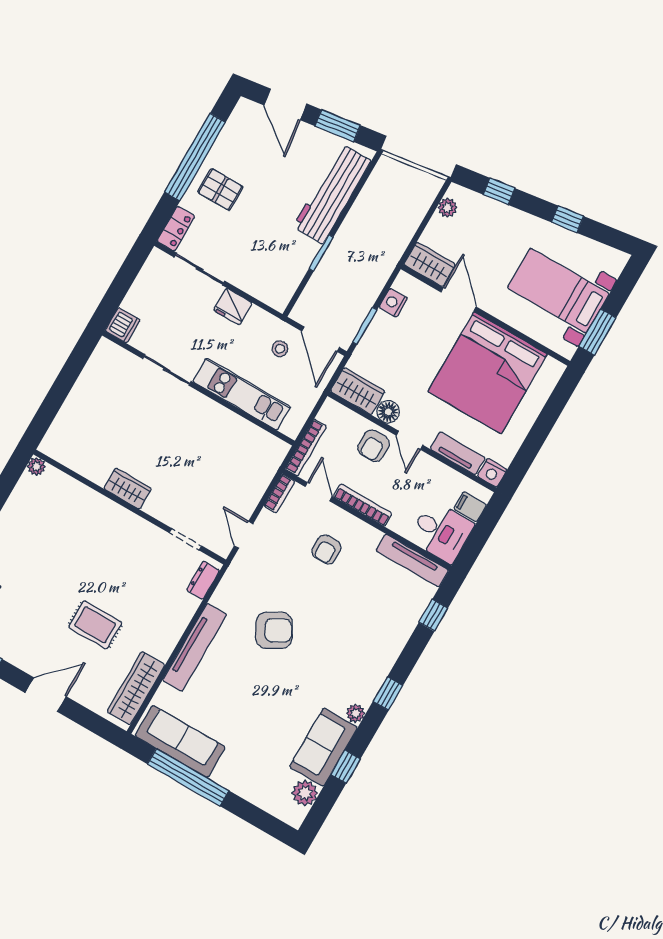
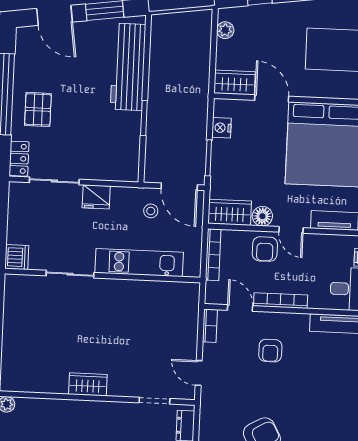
pallet: (220, 189) -> (38, 109), turned 90
bookcase: (306, 448) -> (213, 255), moved

